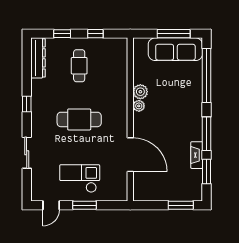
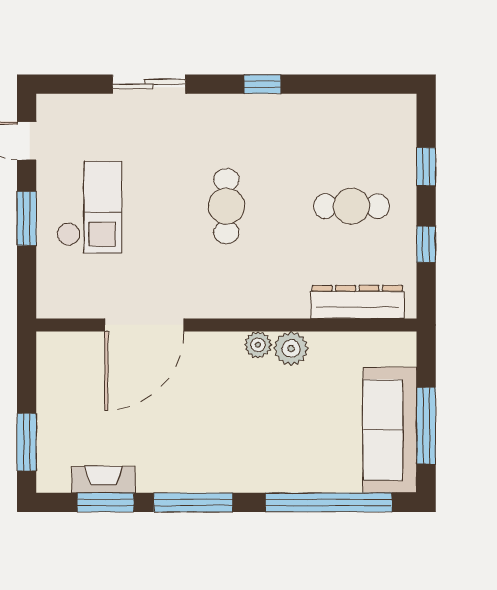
dresser: (38, 58) -> (357, 302), moved, turned 180
cafe table: (79, 119) -> (226, 206), width x0.73, depth x0.74
fireplace: (197, 155) -> (103, 480), moved

